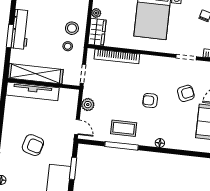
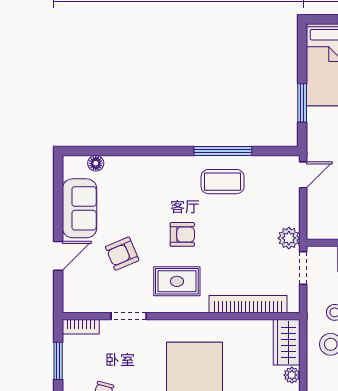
rug: (156, 74) -> (177, 281), added
plant: (88, 105) -> (289, 238), moved
door: (77, 127) -> (303, 175), swing flipped
floor lamp: (160, 143) -> (96, 163), moved

